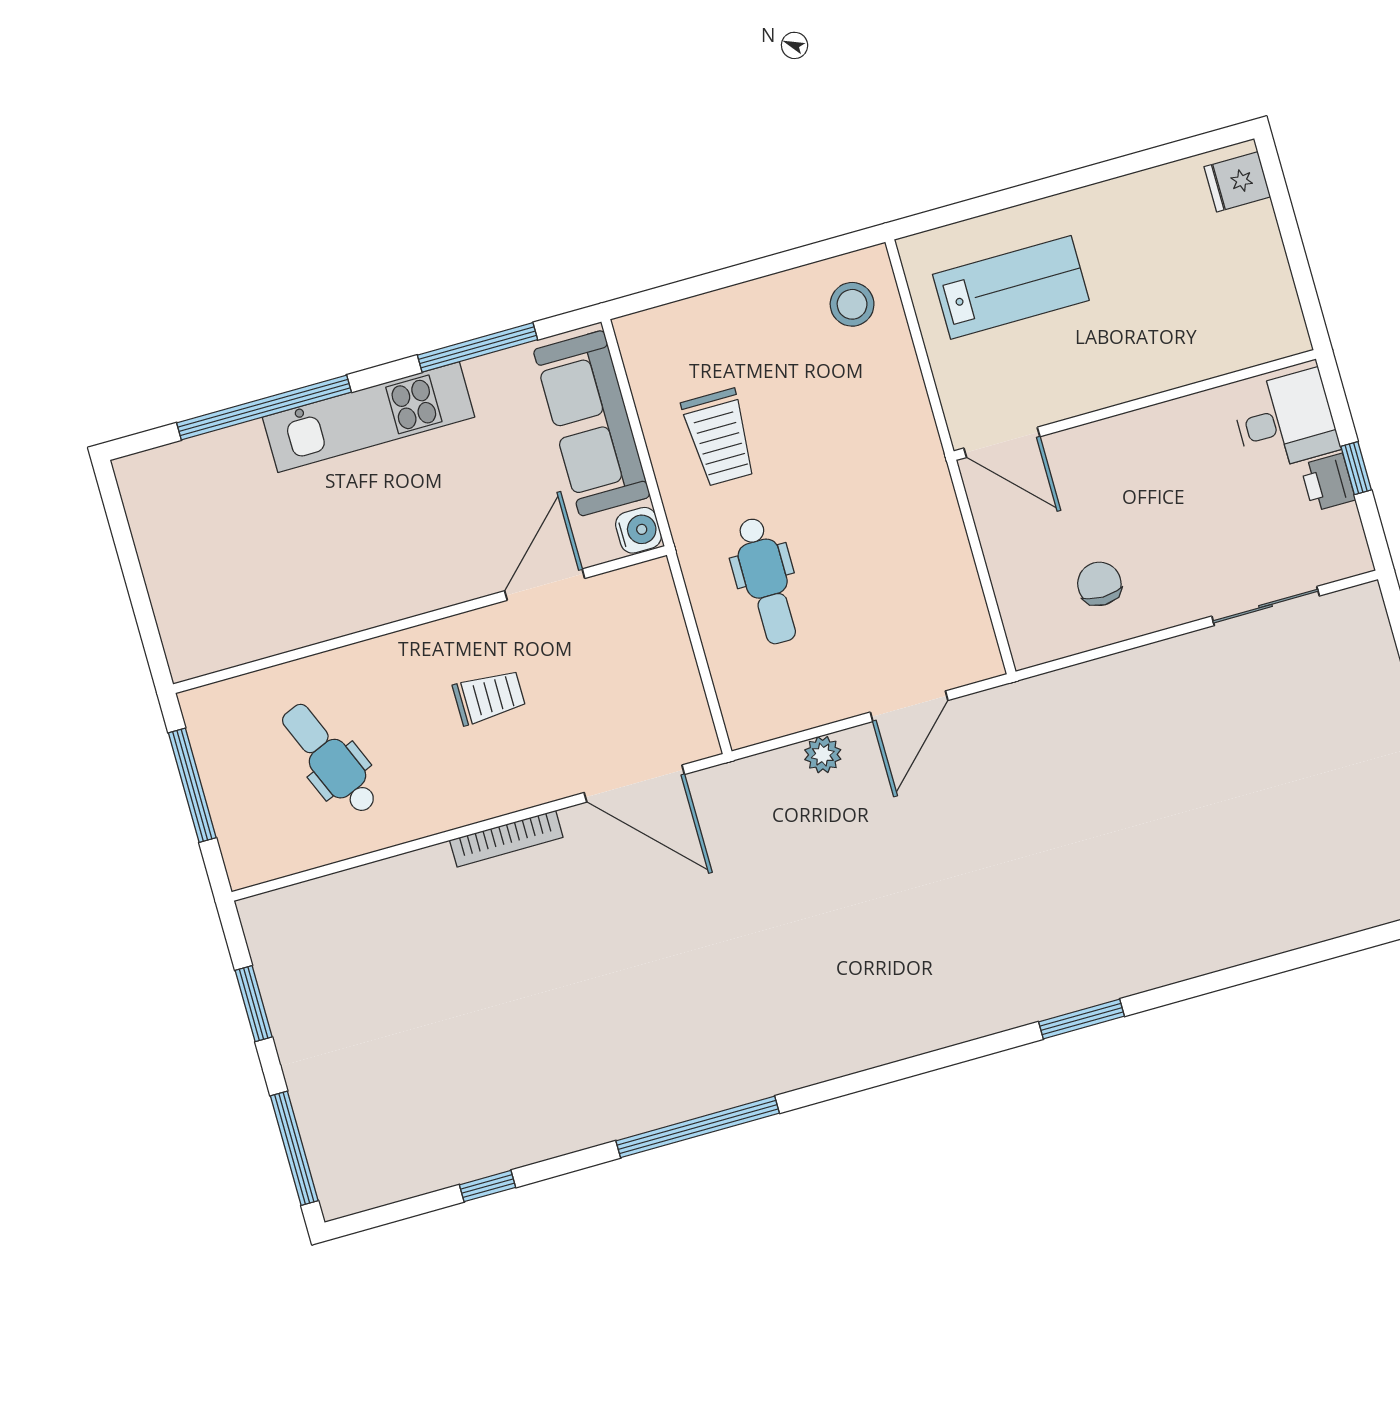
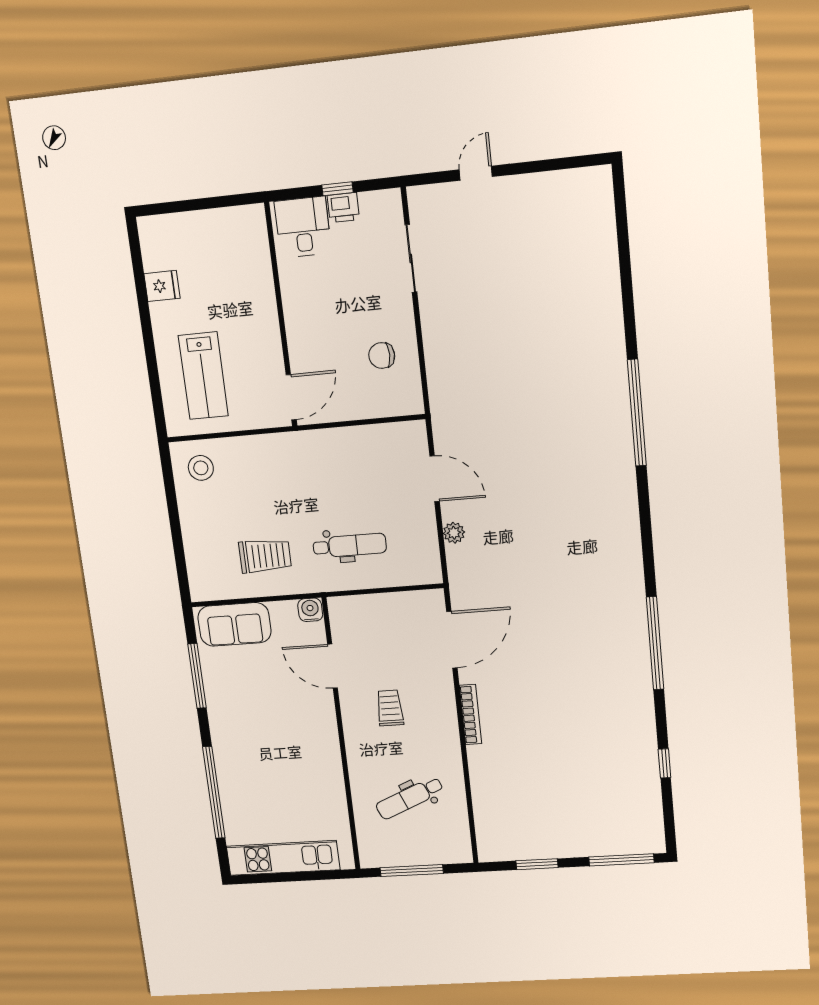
fridge: (1237, 182) -> (162, 286), moved, turned -90
lab bench: (1011, 287) -> (203, 376), turned 180
kitchen unit: (369, 417) -> (283, 858), moved, turned -90
sofa: (592, 423) -> (234, 624), width x0.73
window: (1082, 1019) -> (637, 413), width x2.11

